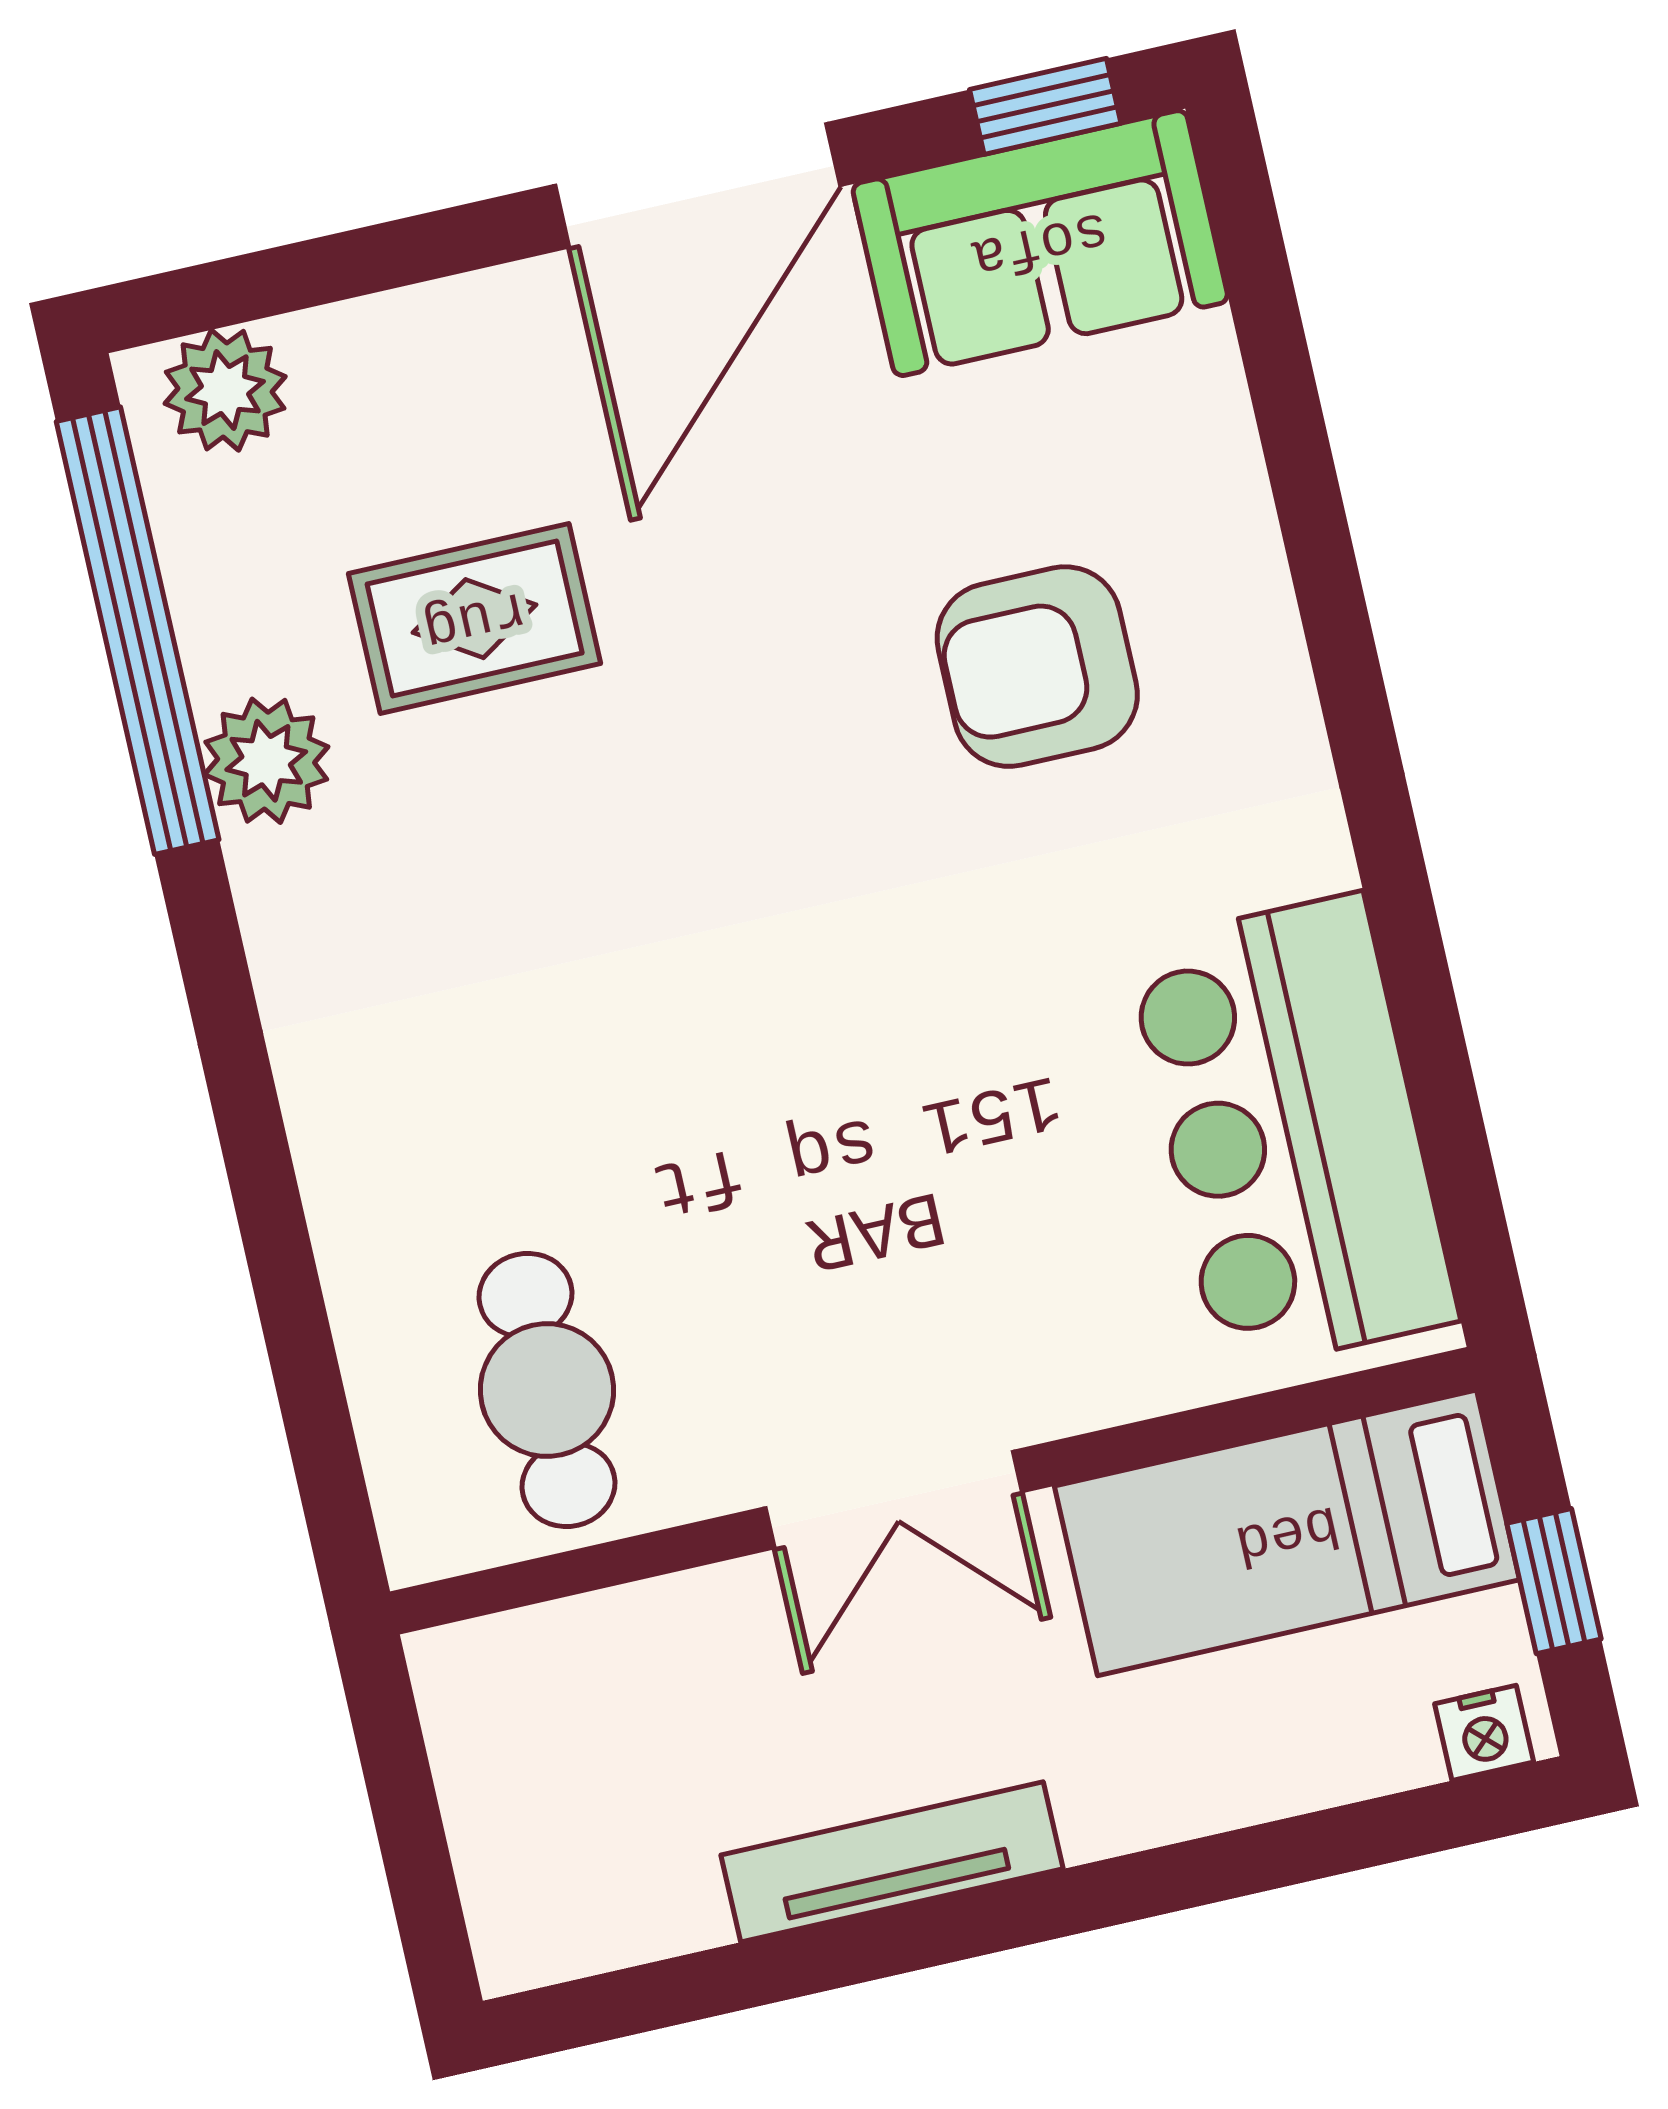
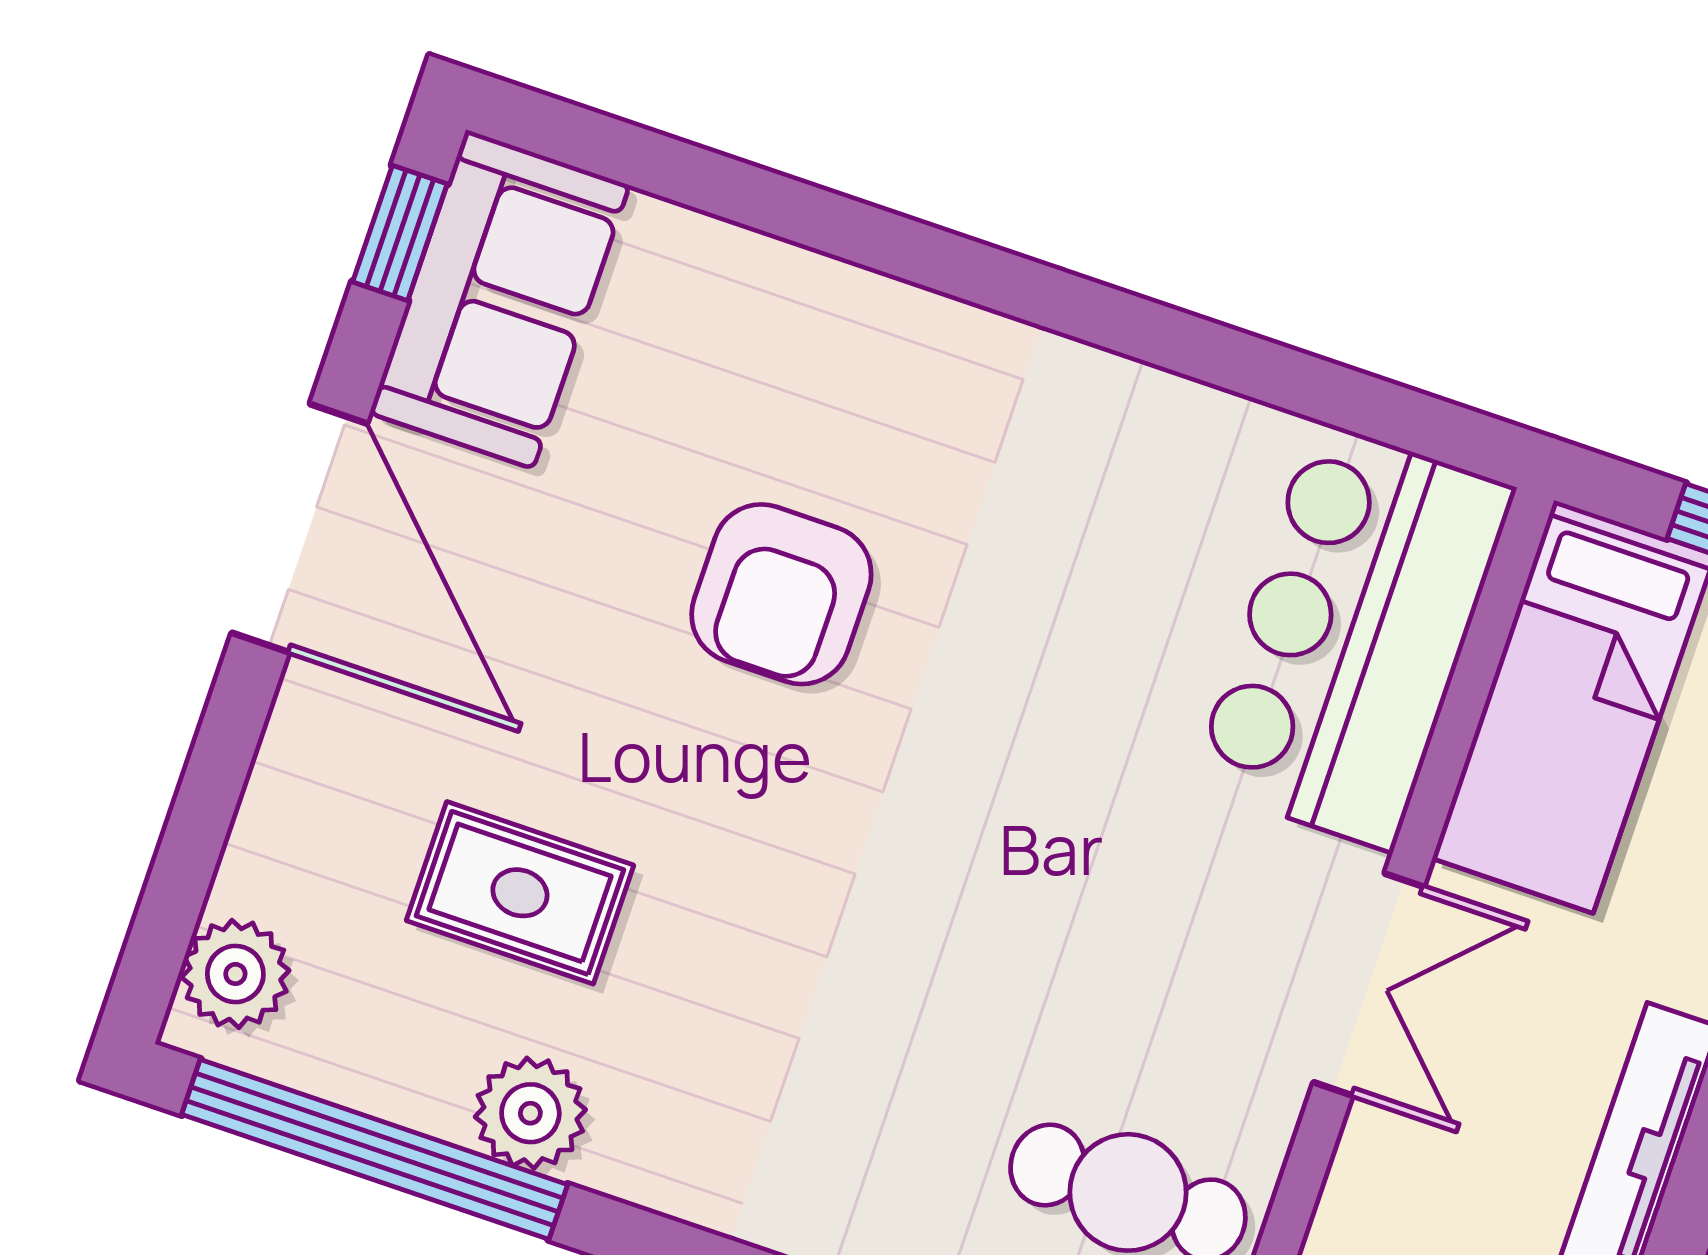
rug: (475, 619) -> (520, 893), turned 90
armchair: (1037, 667) -> (781, 594), moved
bar counter: (1292, 1133) -> (1353, 636), moved, turned 90

